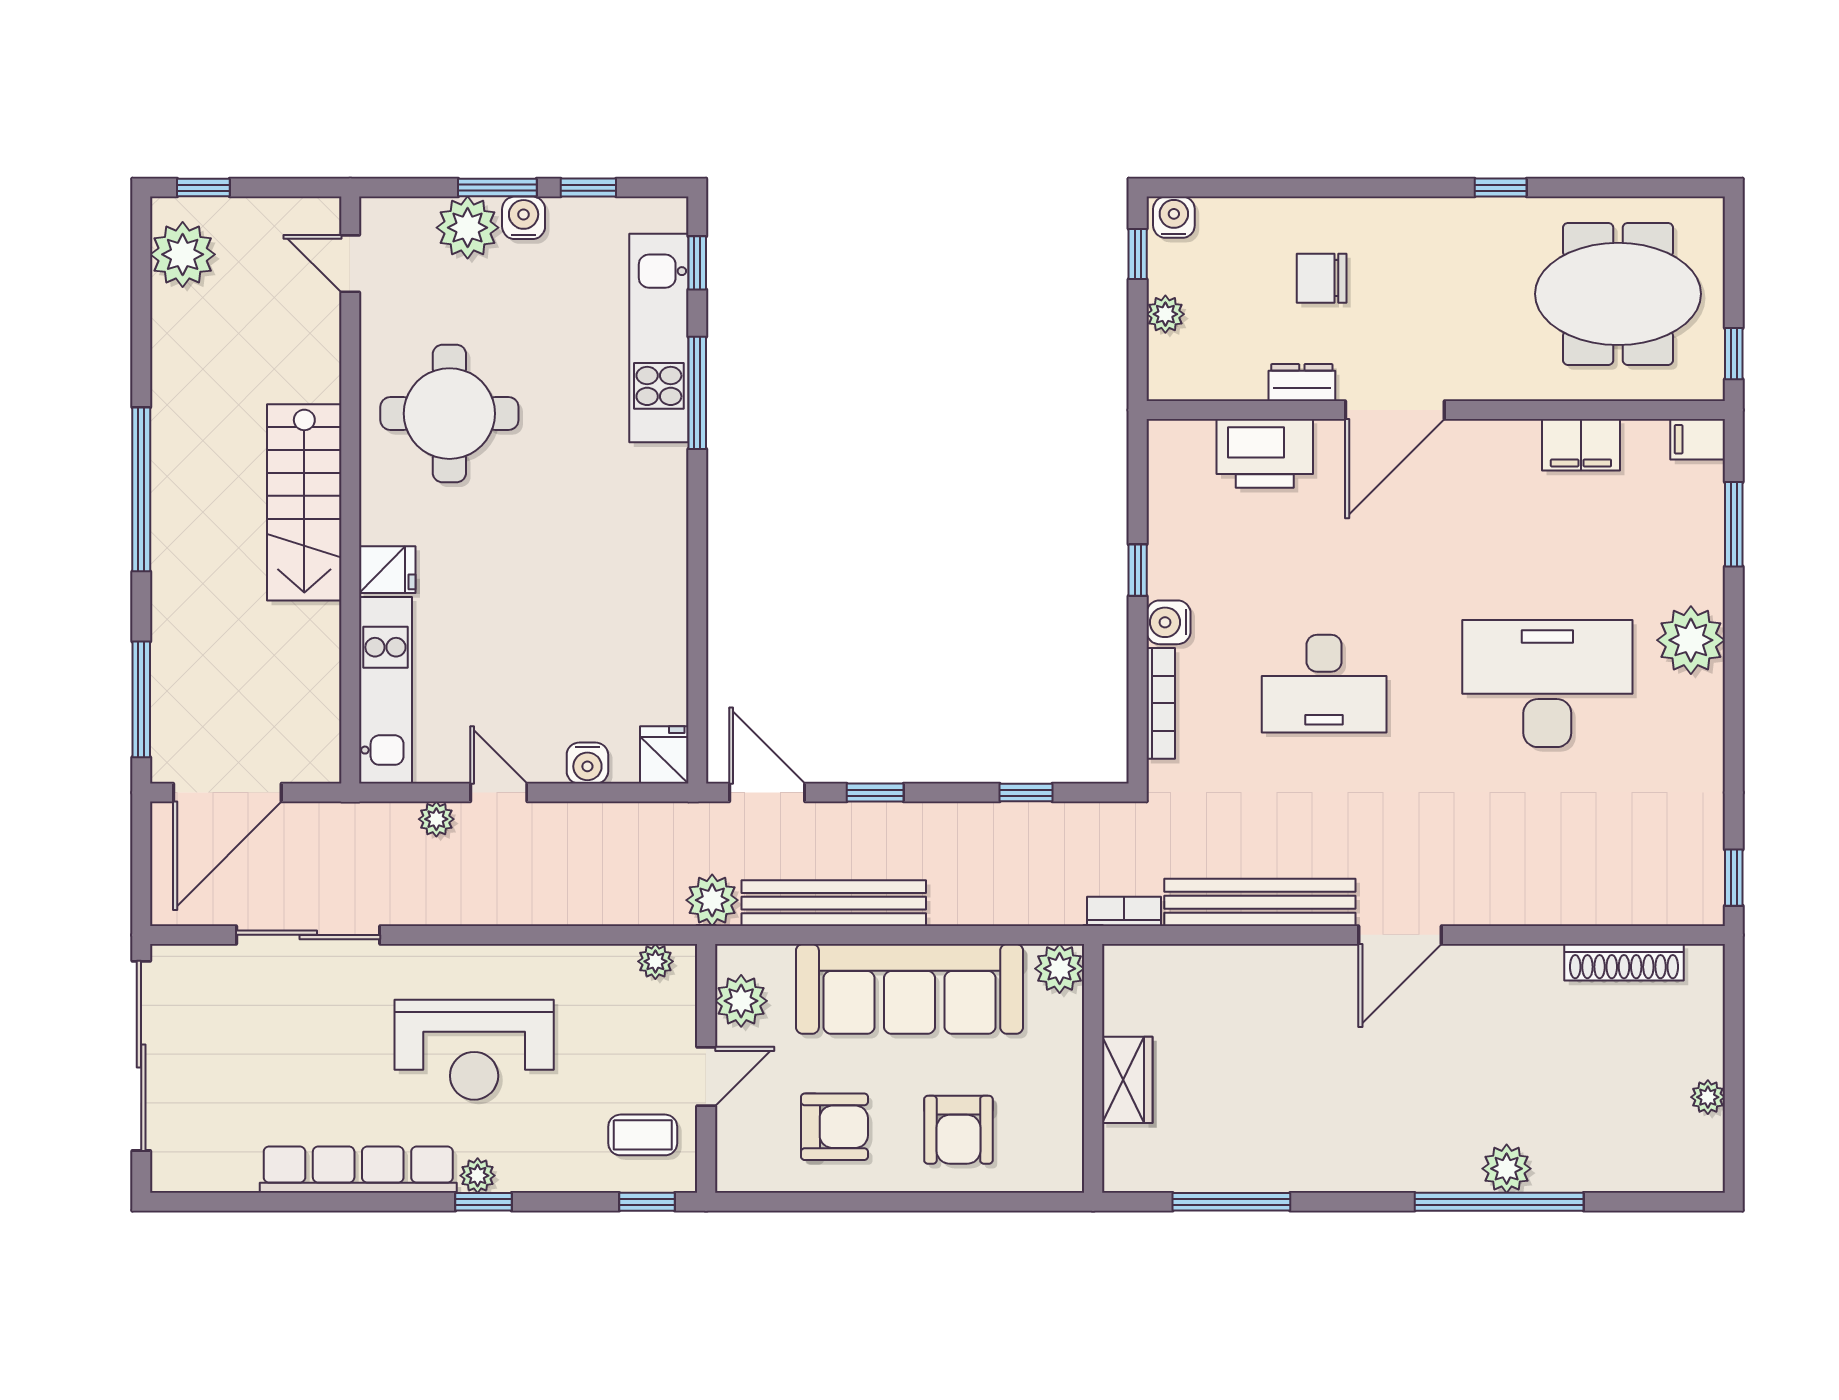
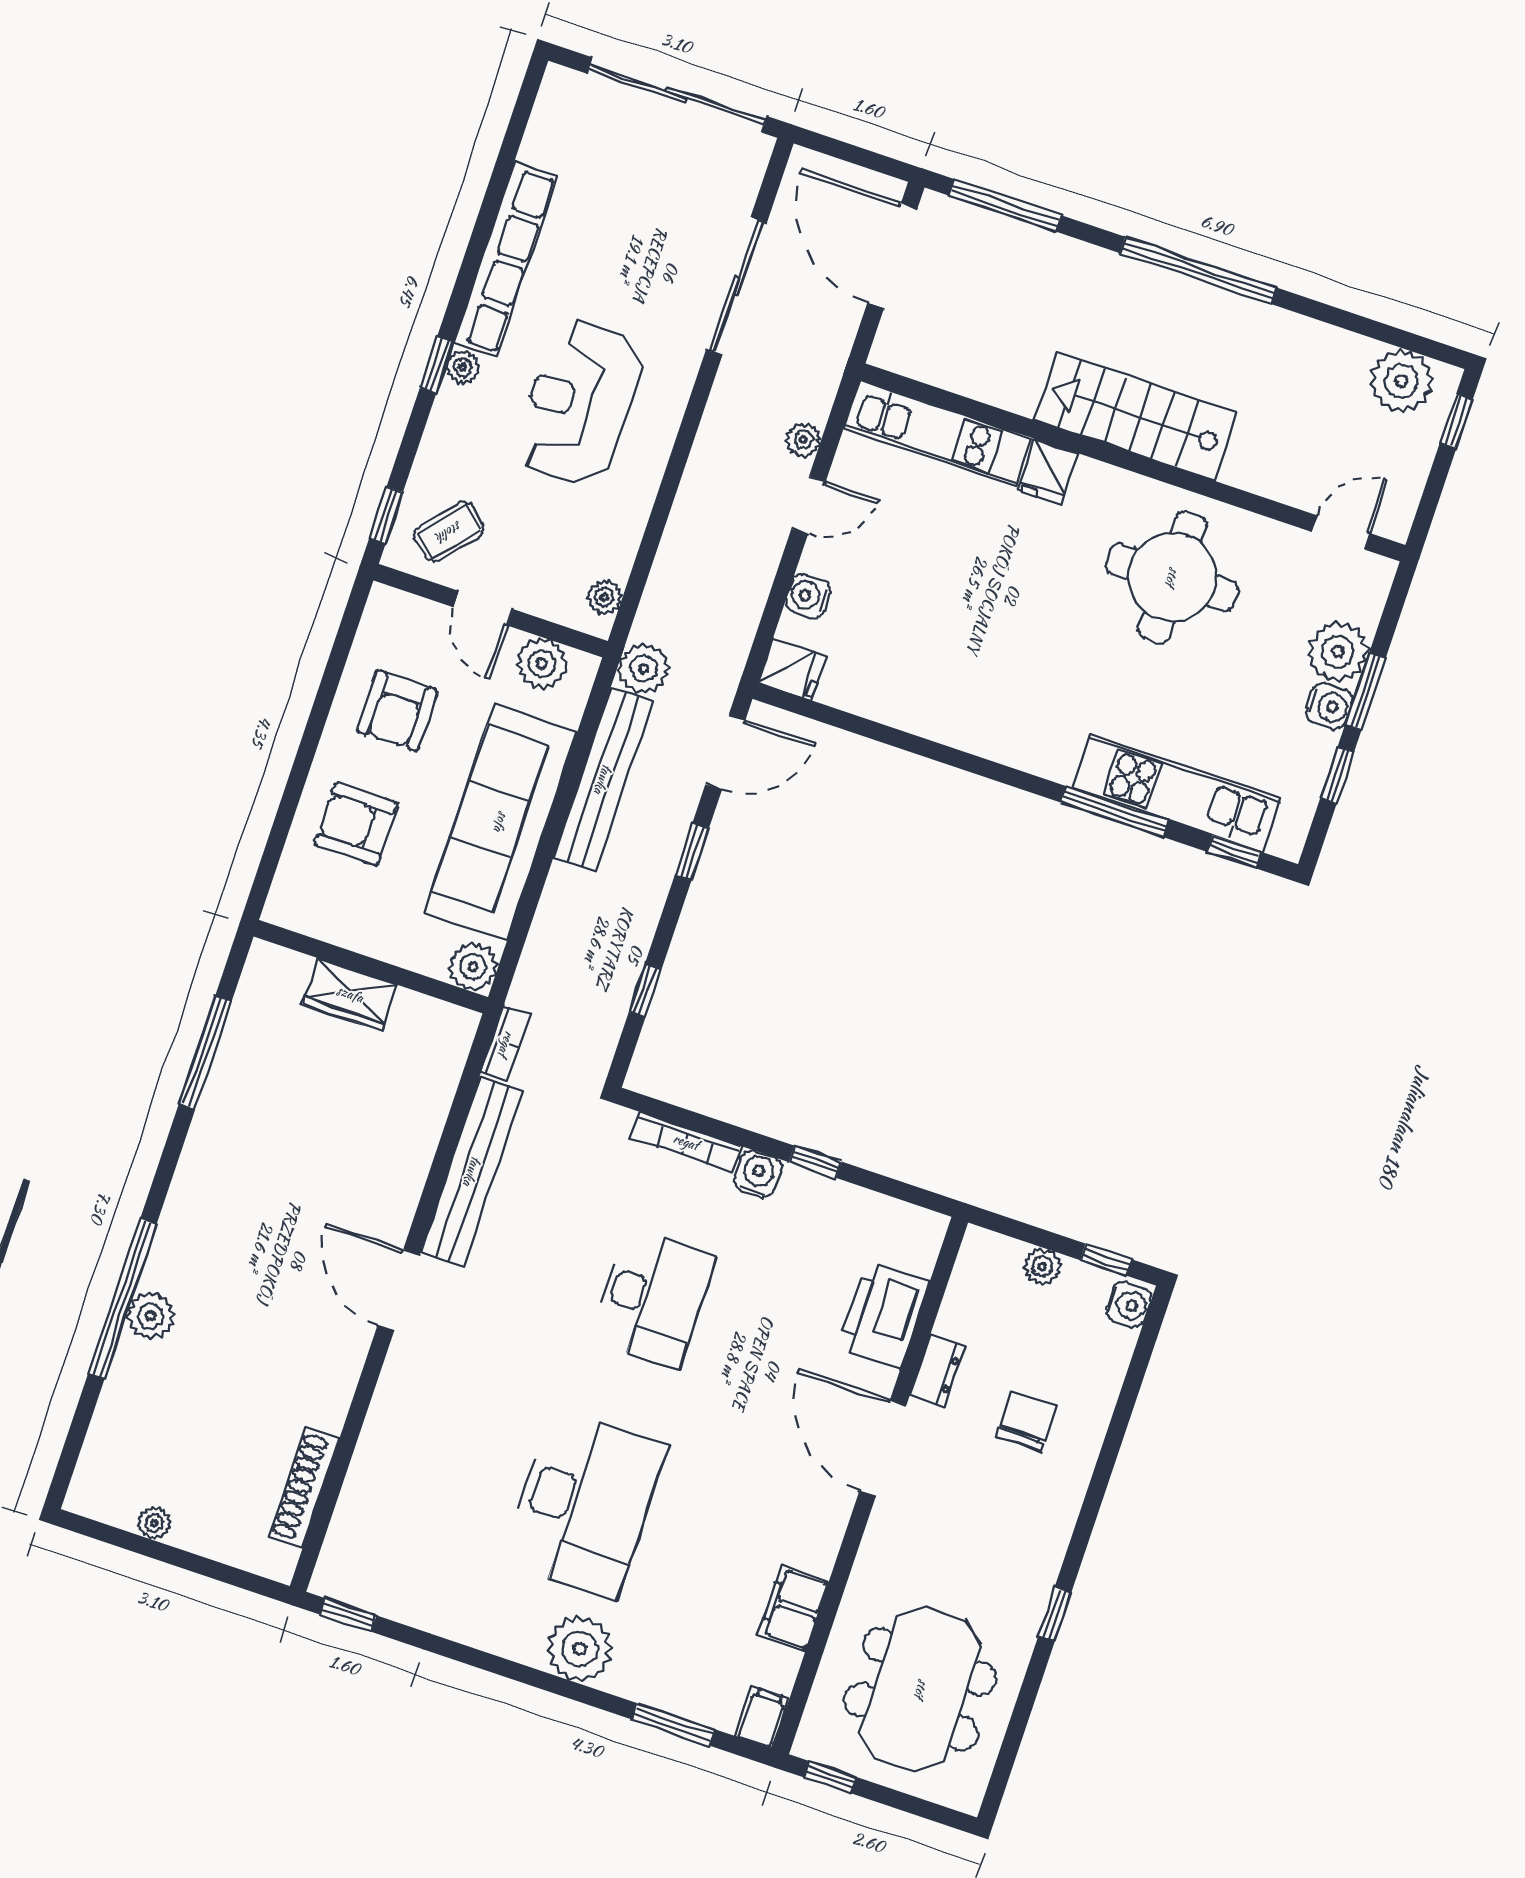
desk: (1324, 684) -> (653, 1298), turned 180
coffee table: (643, 1135) -> (449, 532), turned 41

